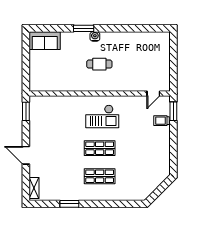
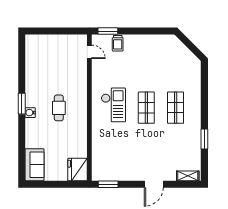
window: (84, 28) -> (22, 104), moved
fridge: (40, 82) -> (78, 170), added

